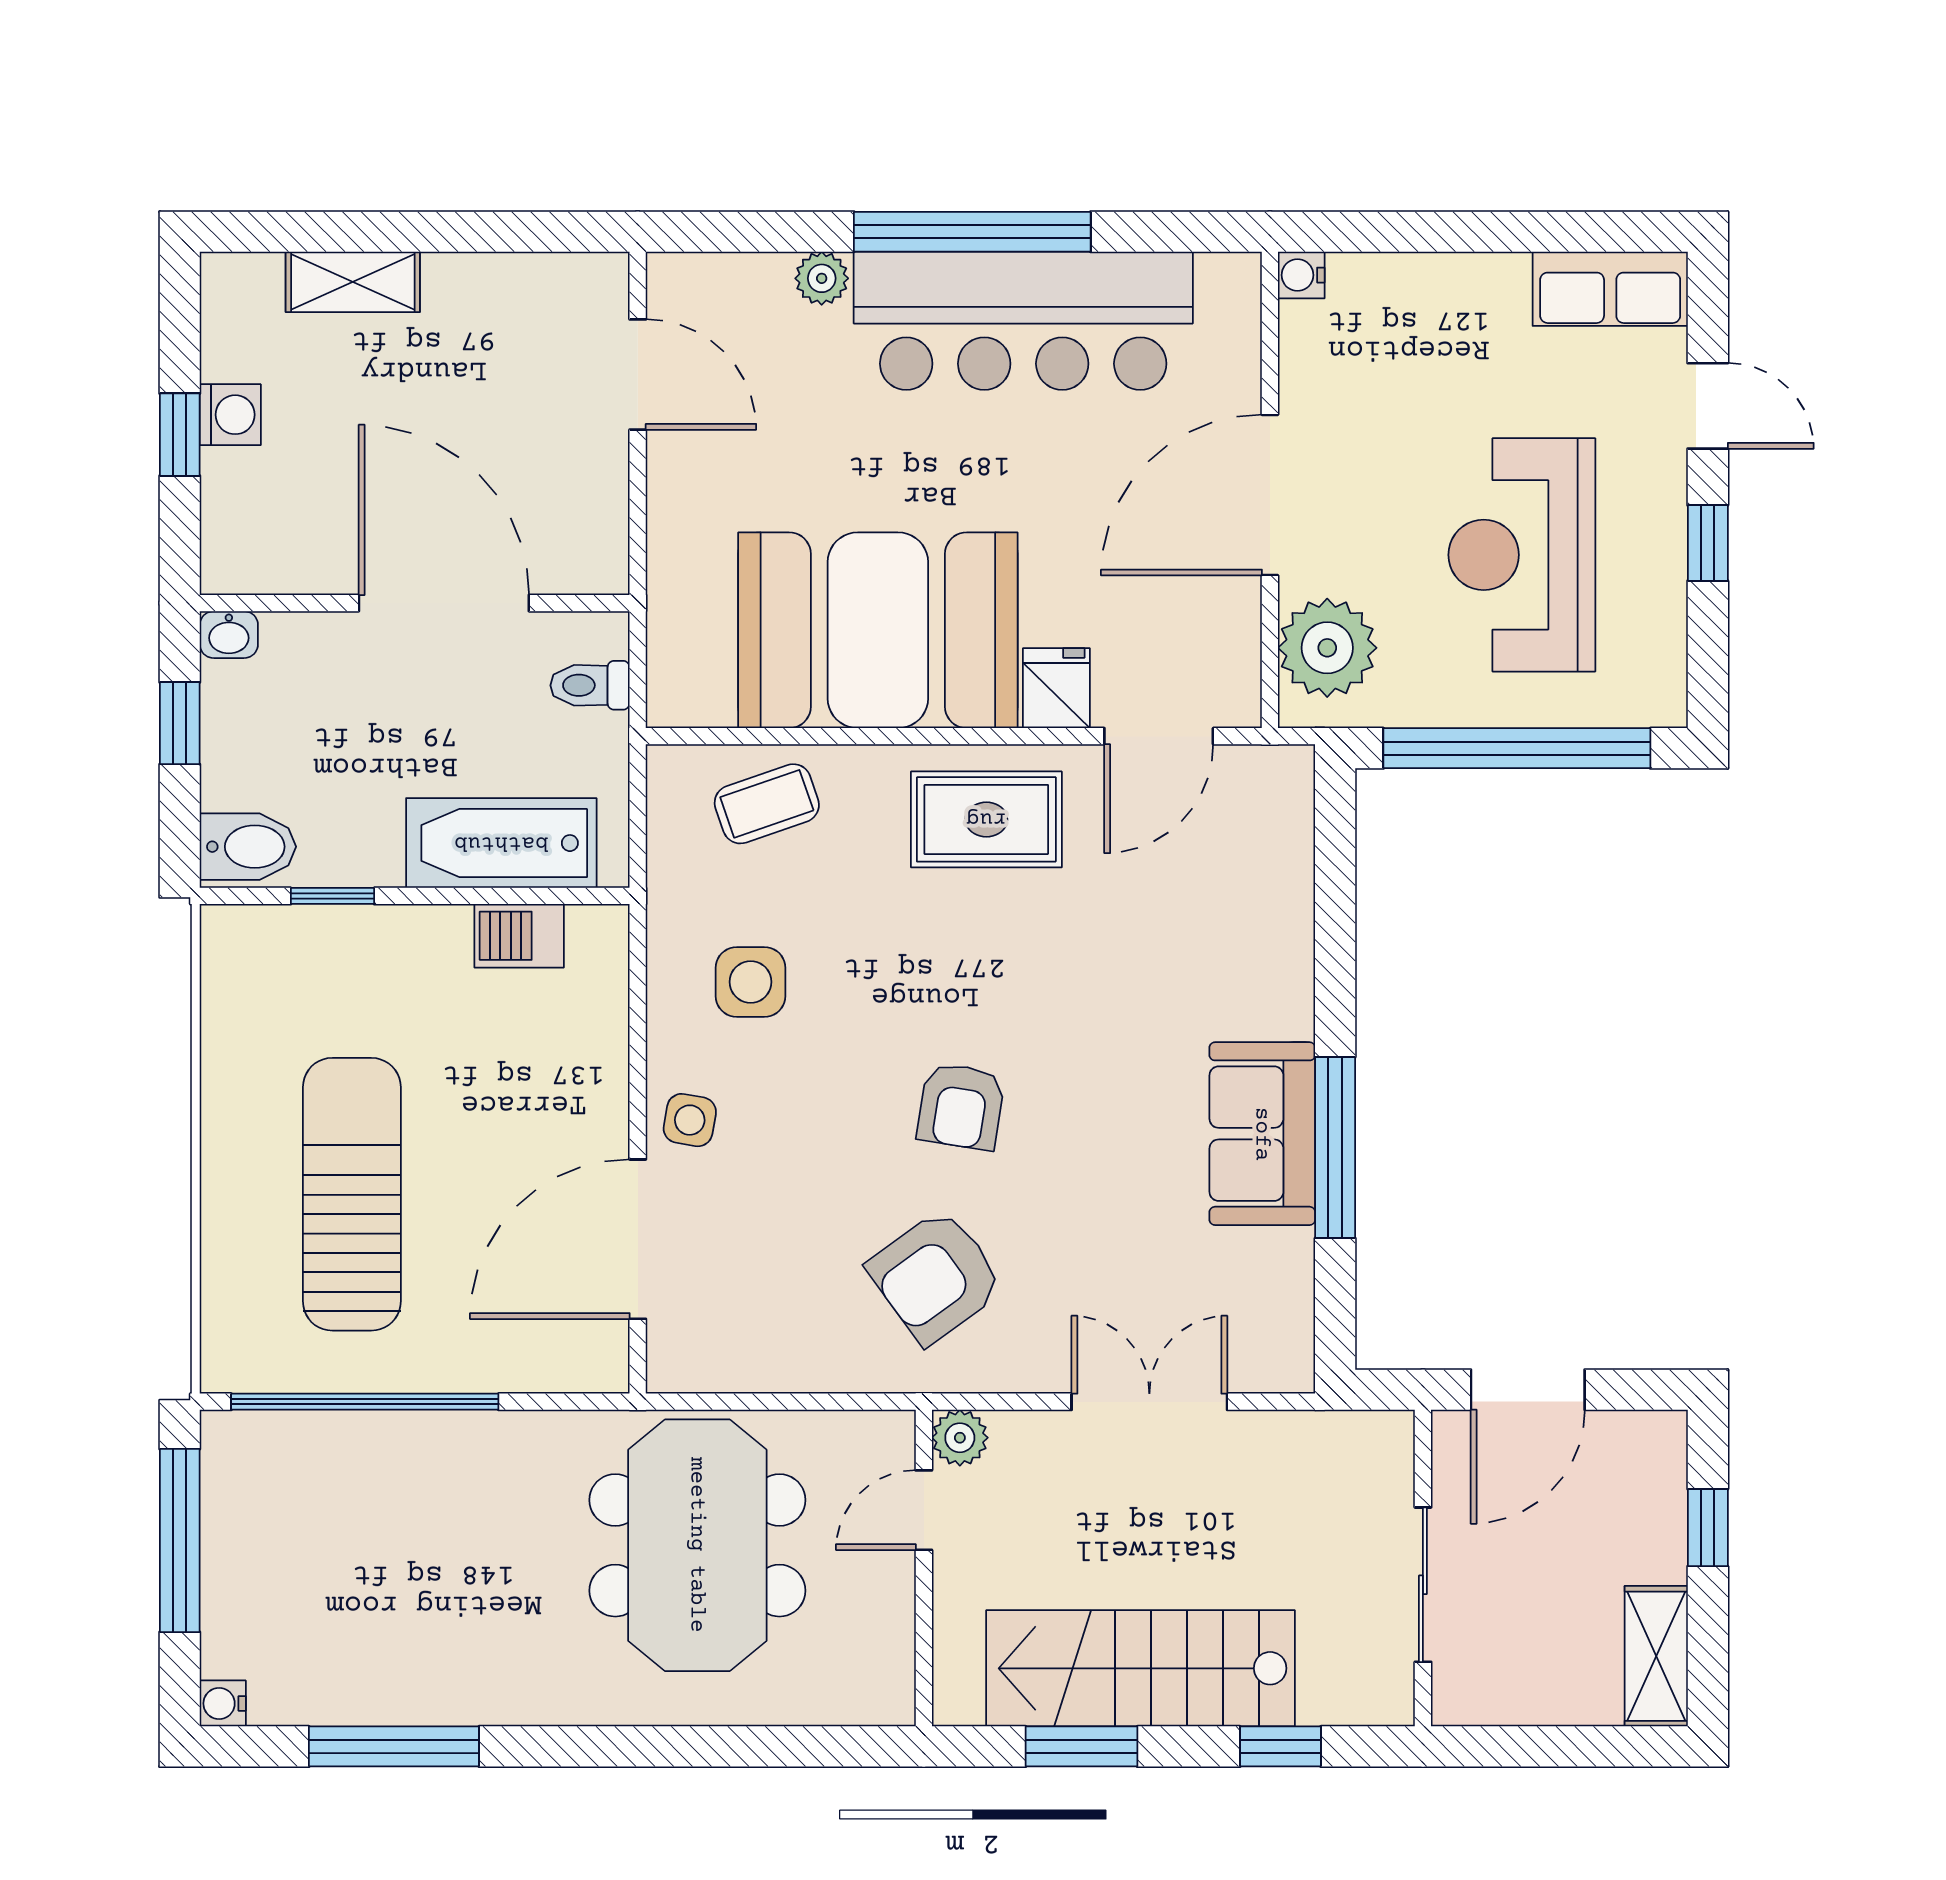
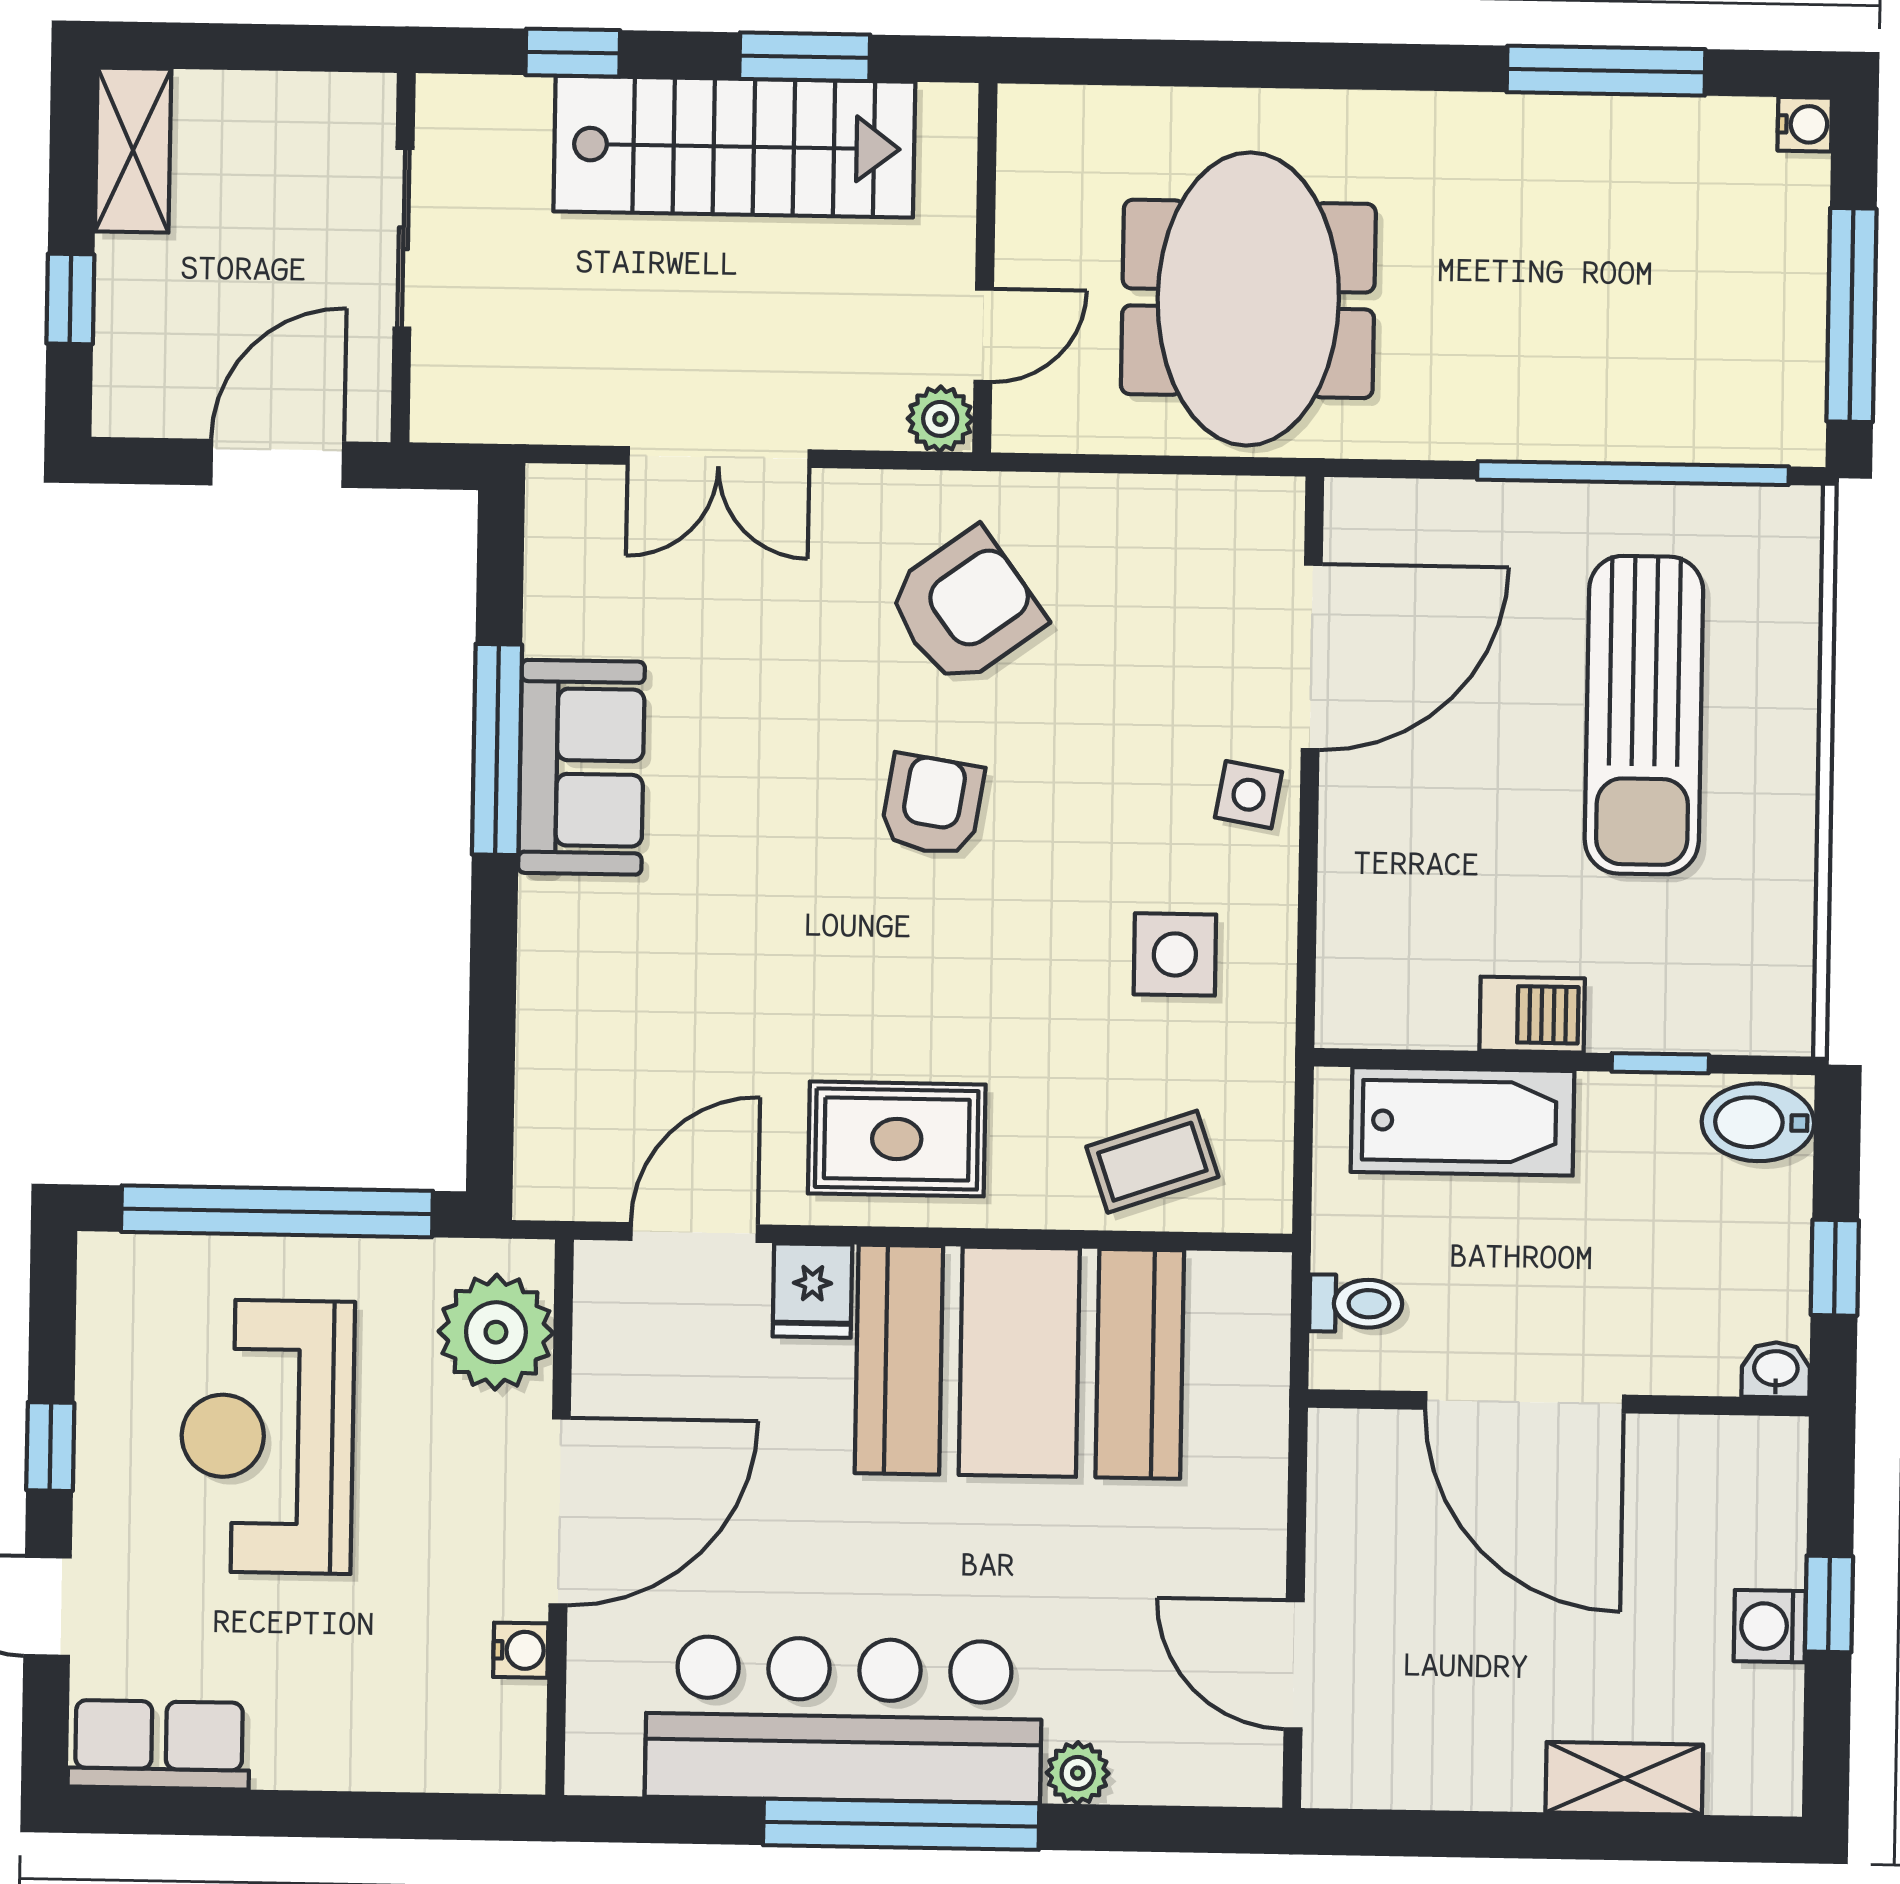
water cooler: (1301, 275) -> (521, 1650), moved
reception desk: (1522, 555) -> (267, 1436), turned 180
barbecue: (519, 936) -> (1532, 1015), moved

